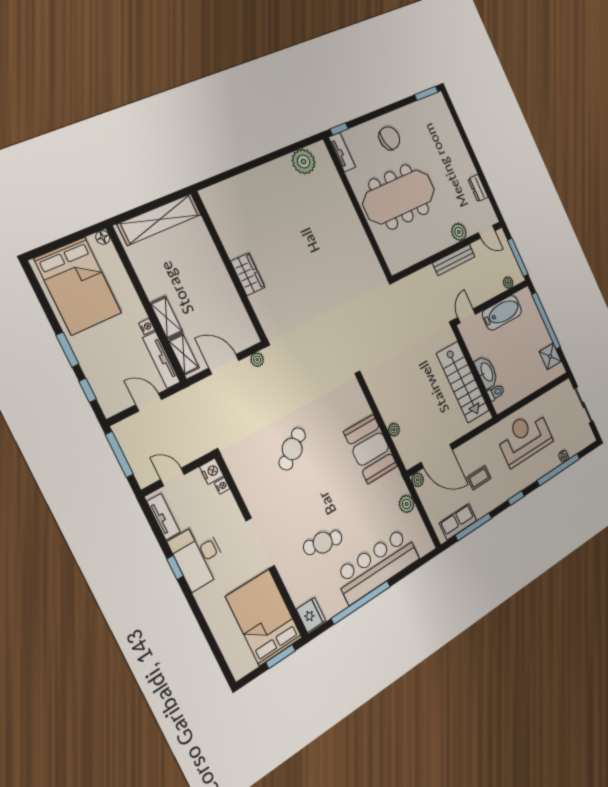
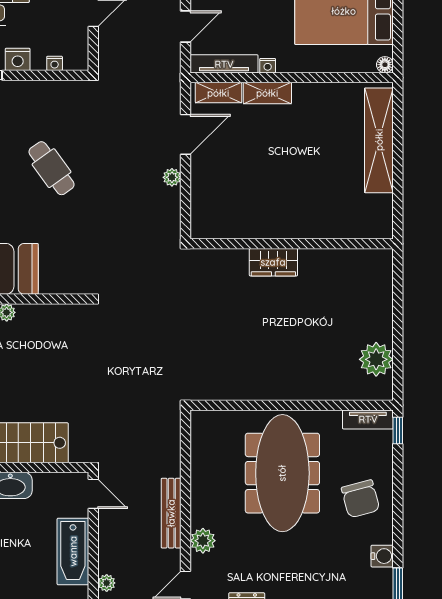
water cooler: (414, 111) -> (382, 556), added
wall: (229, 267) -> (292, 244), moved
wardrobe: (248, 274) -> (273, 262), moved
nightstand: (212, 471) -> (18, 59), moved

